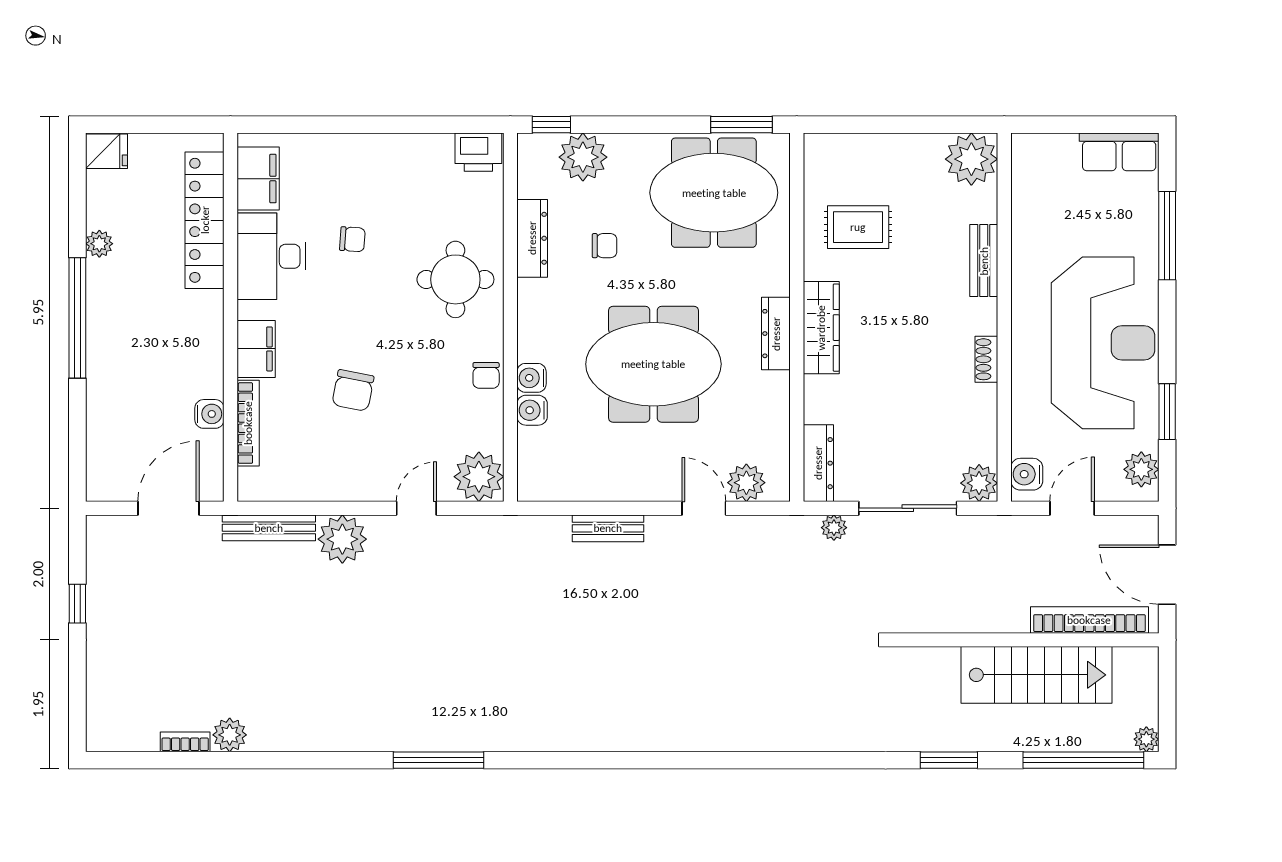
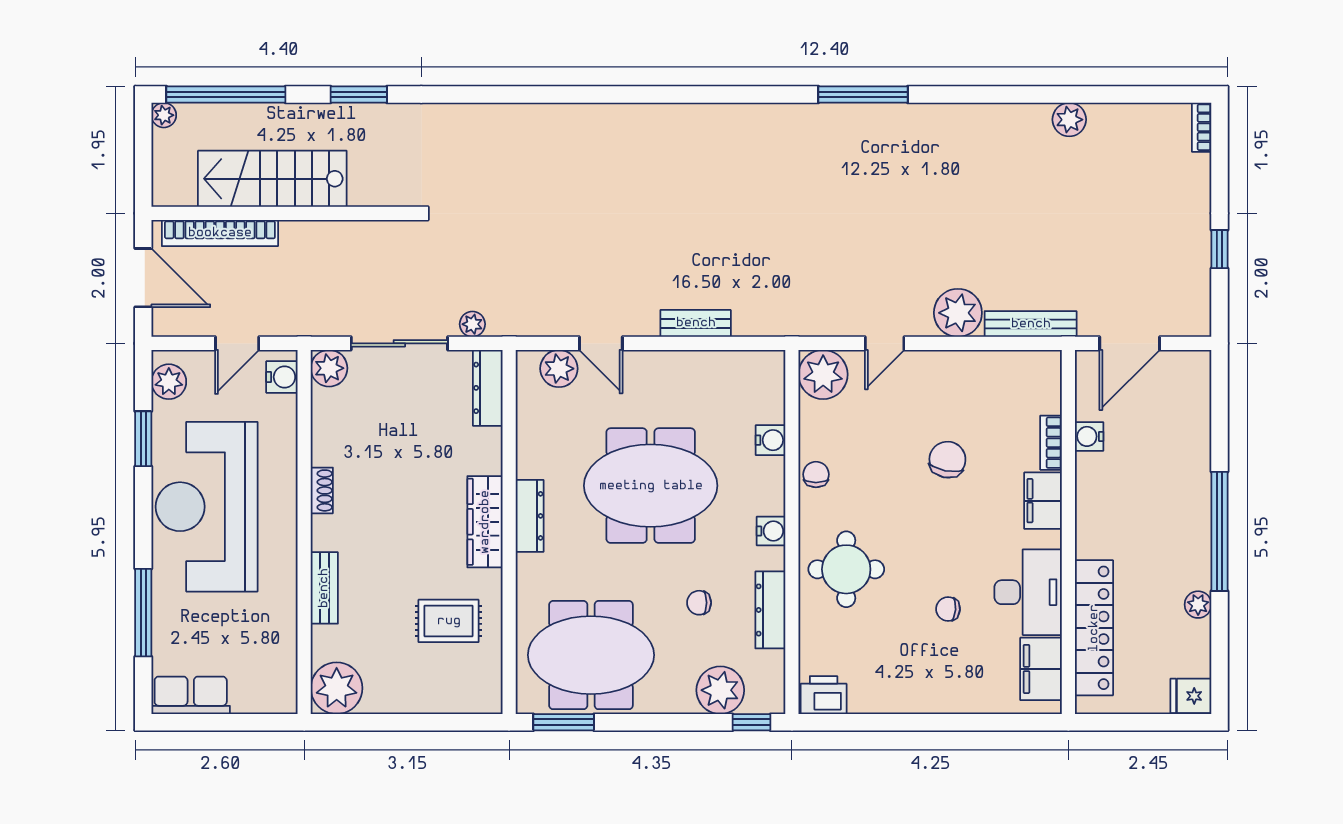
water cooler: (532, 378) -> (771, 531), moved
bookcase: (248, 423) -> (1051, 443), width x0.64
bookcase: (185, 742) -> (1202, 127), moved, turned 90

